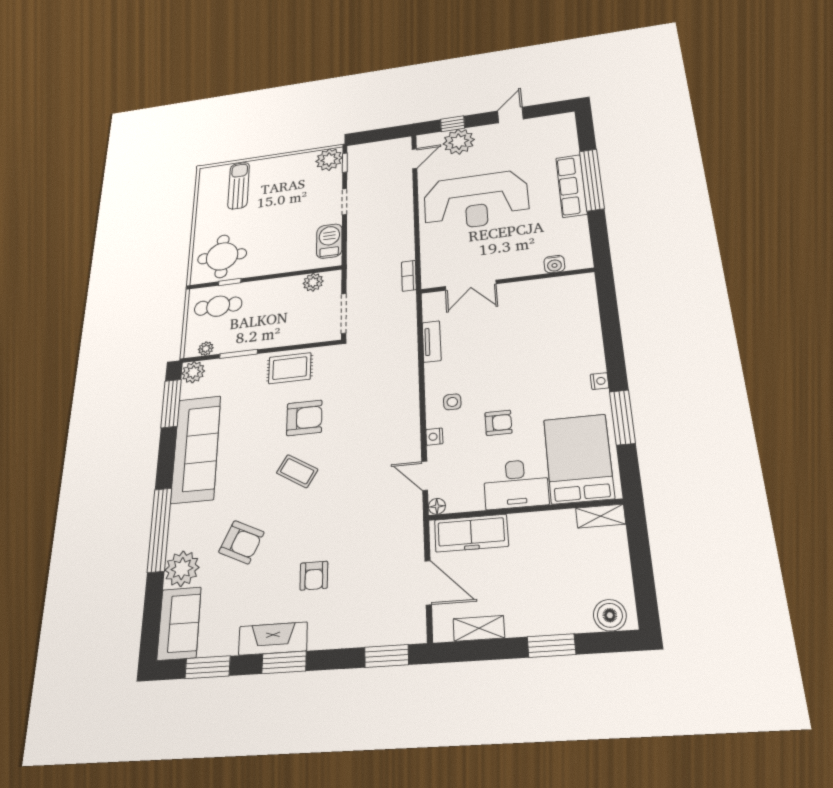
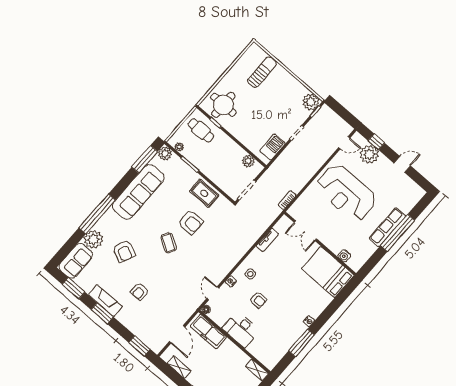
bed: (579, 459) -> (328, 272), moved, turned -90

